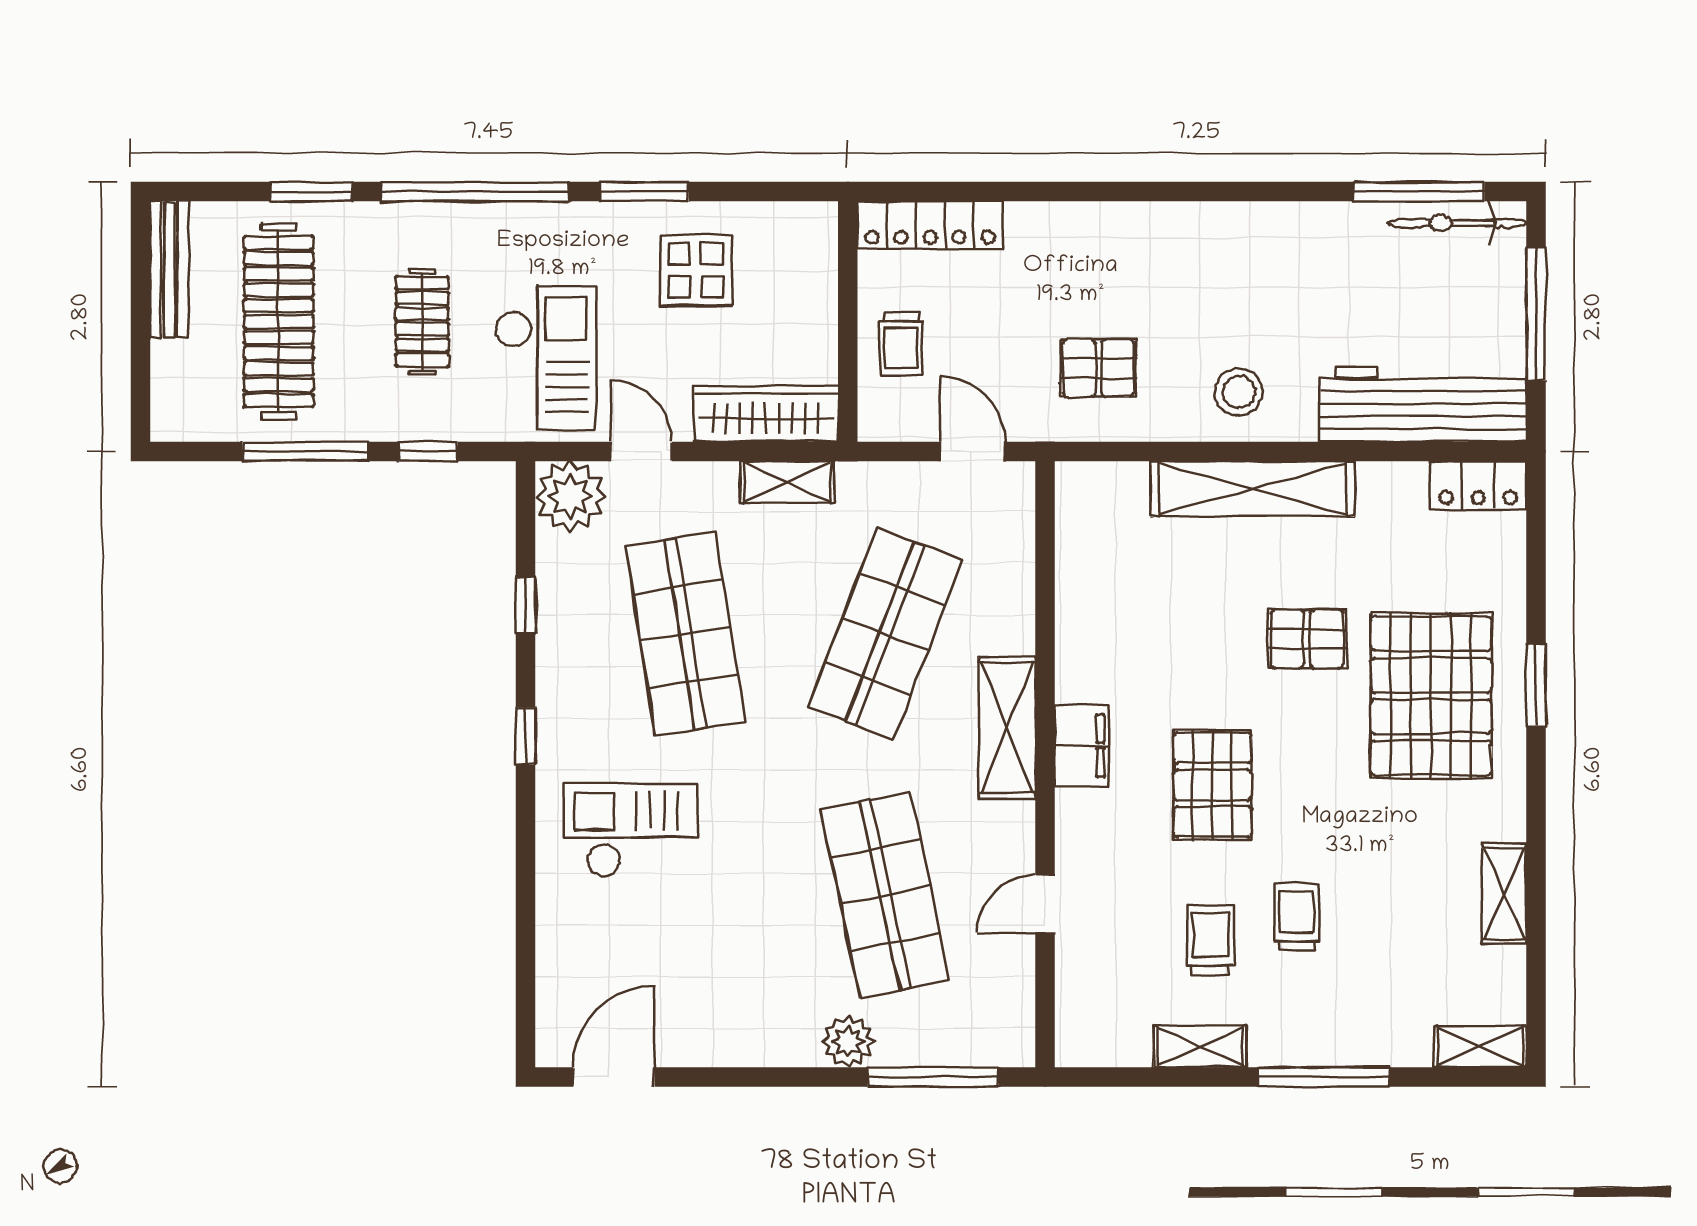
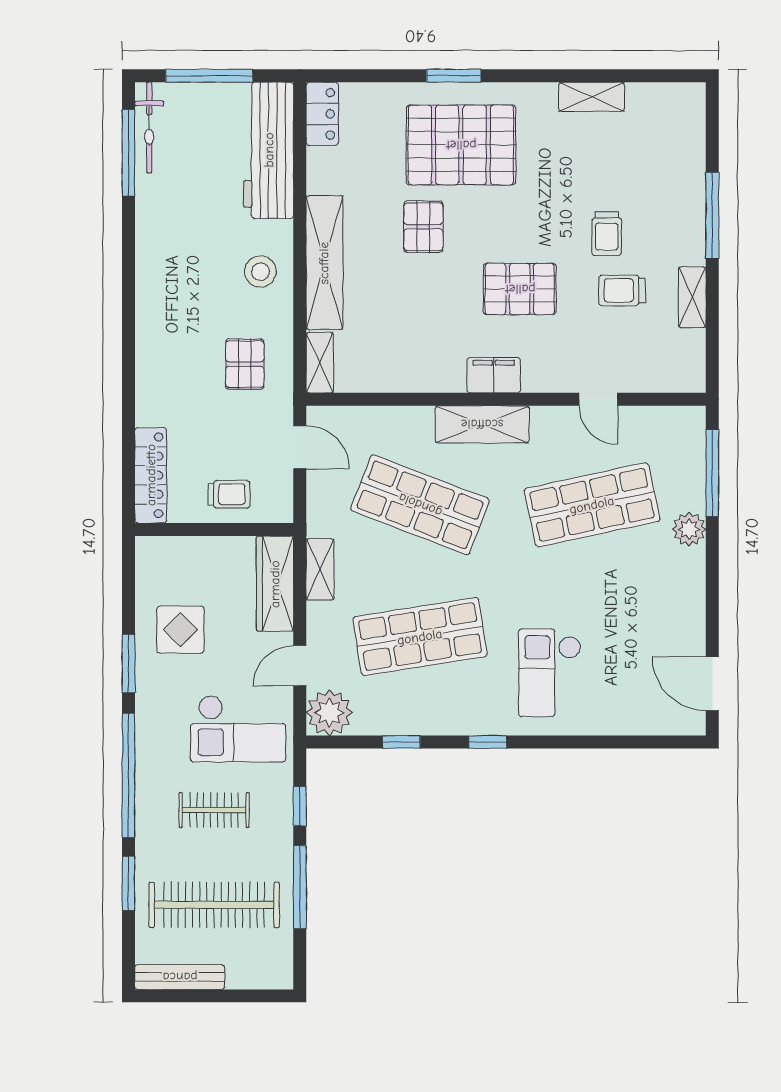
checkout: (546, 358) -> (238, 729), turned 180
door: (973, 451) -> (300, 447), swing flipped
trolley: (1297, 917) -> (607, 233), turned -90
shelving: (1480, 1047) -> (320, 363), moved

